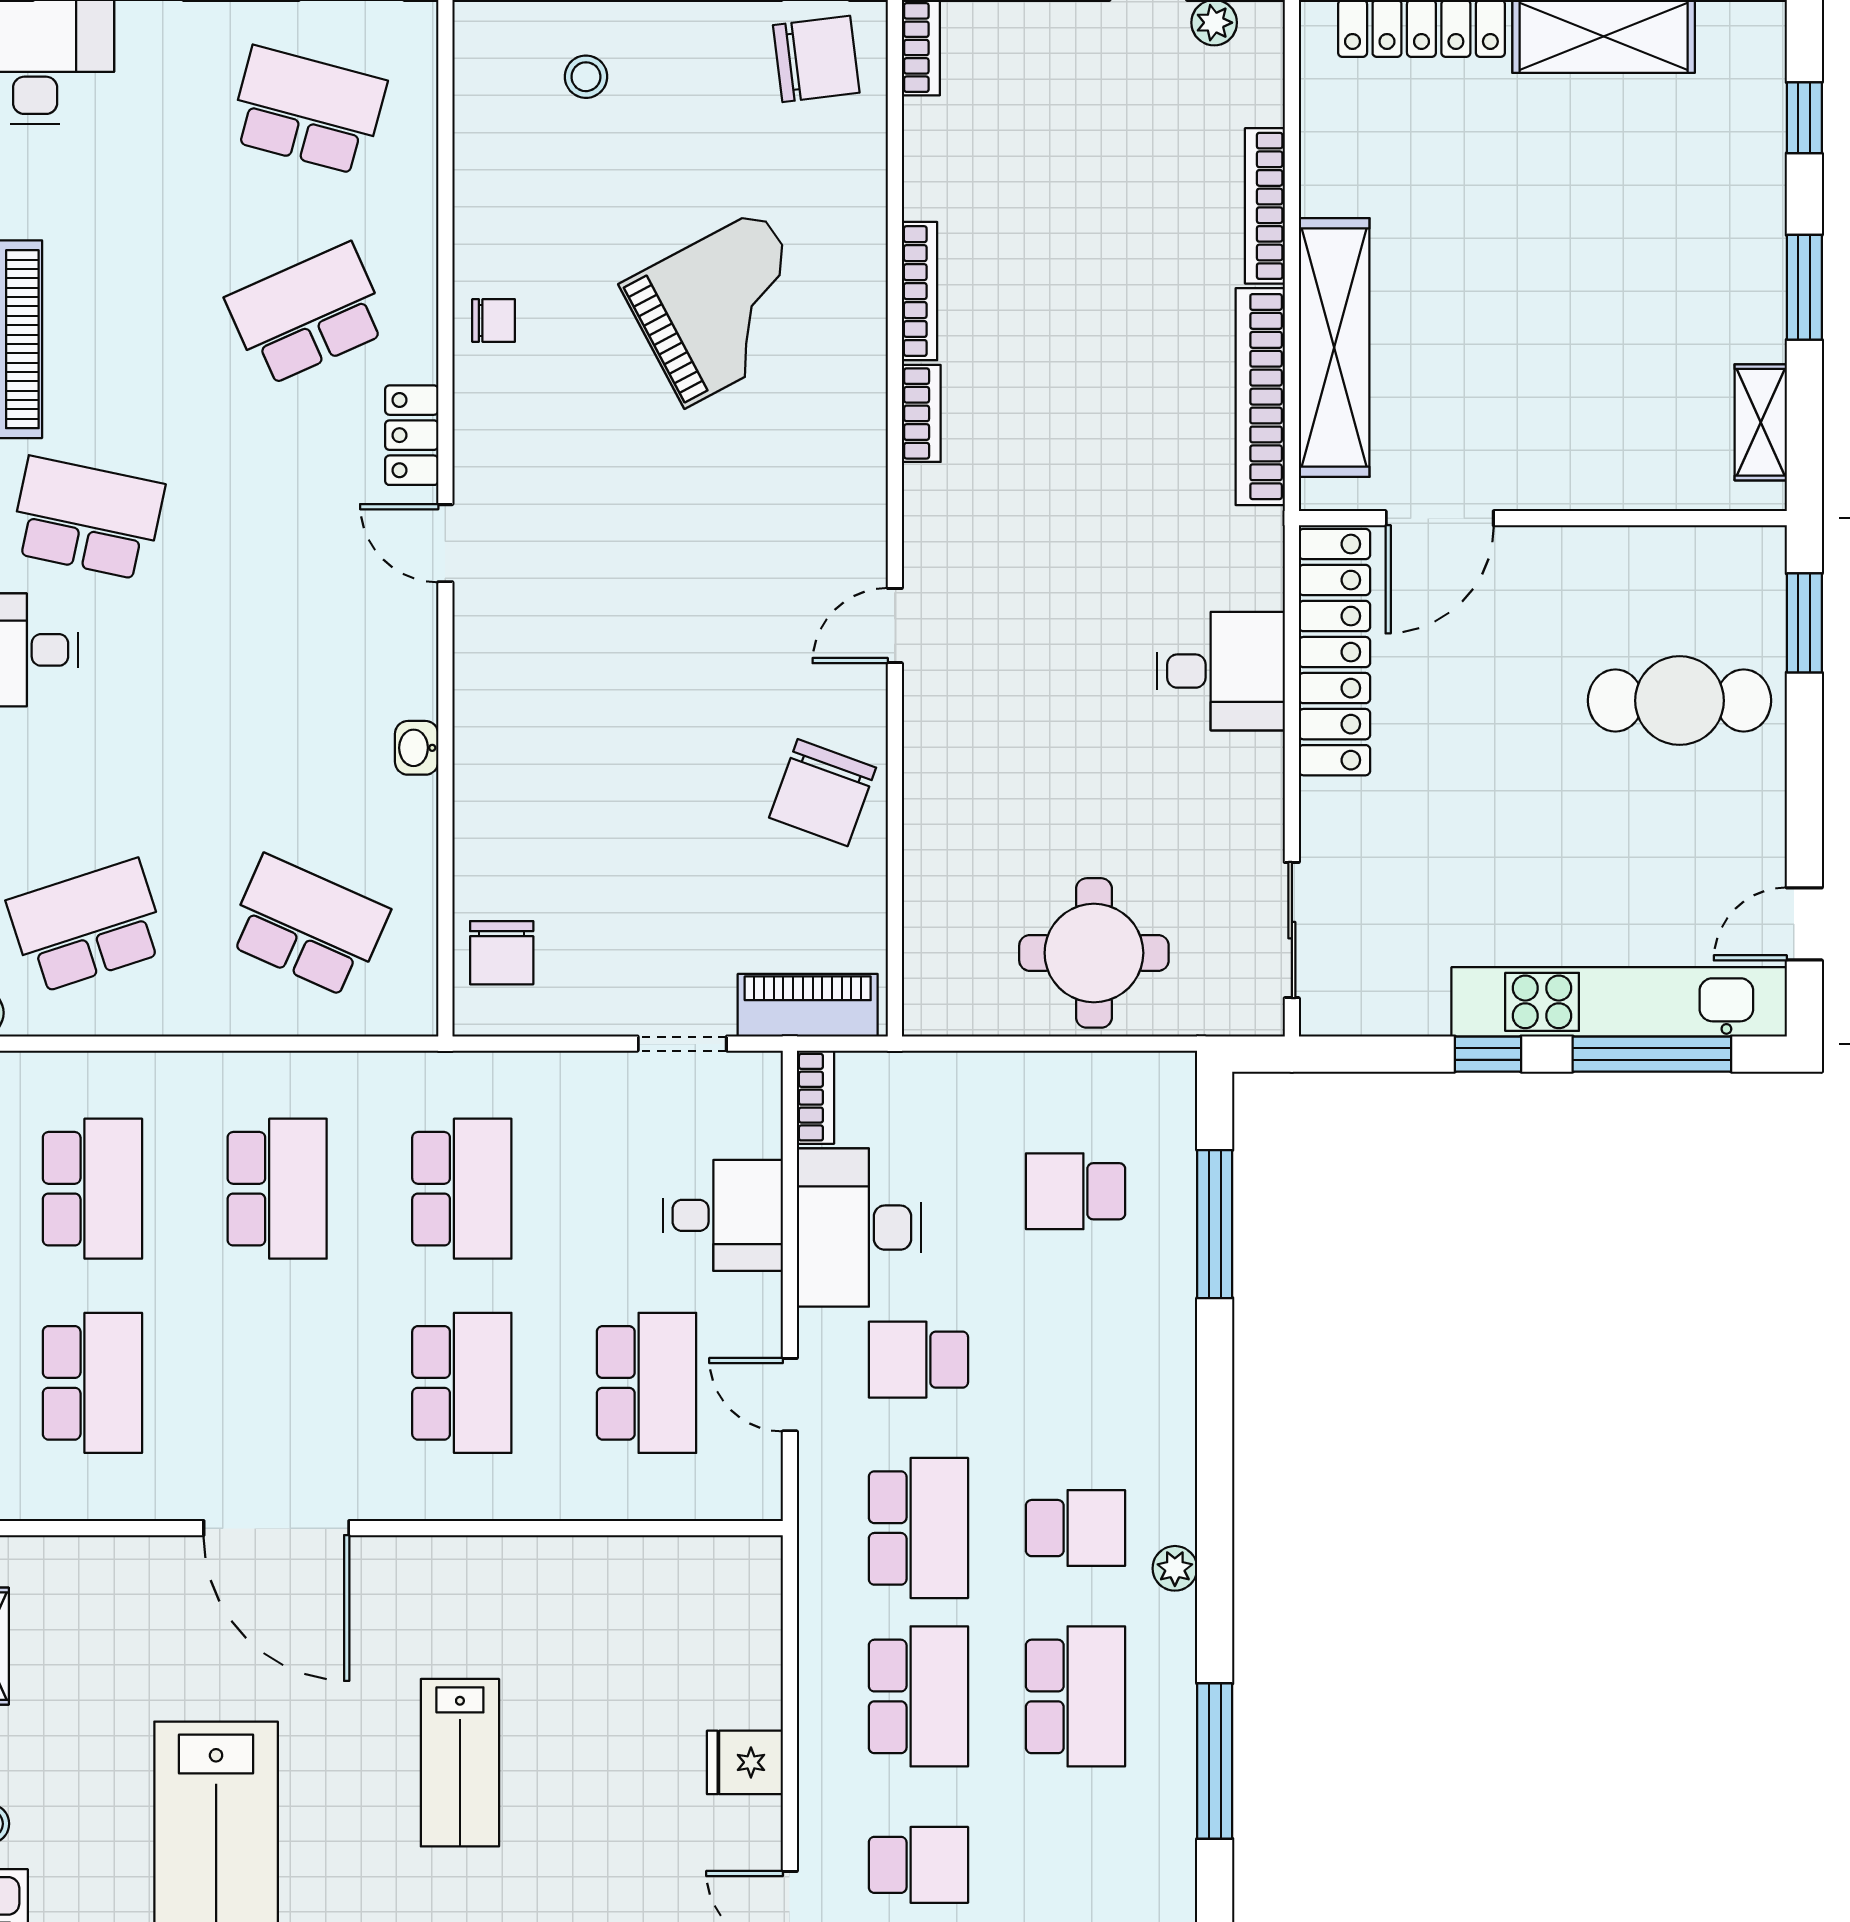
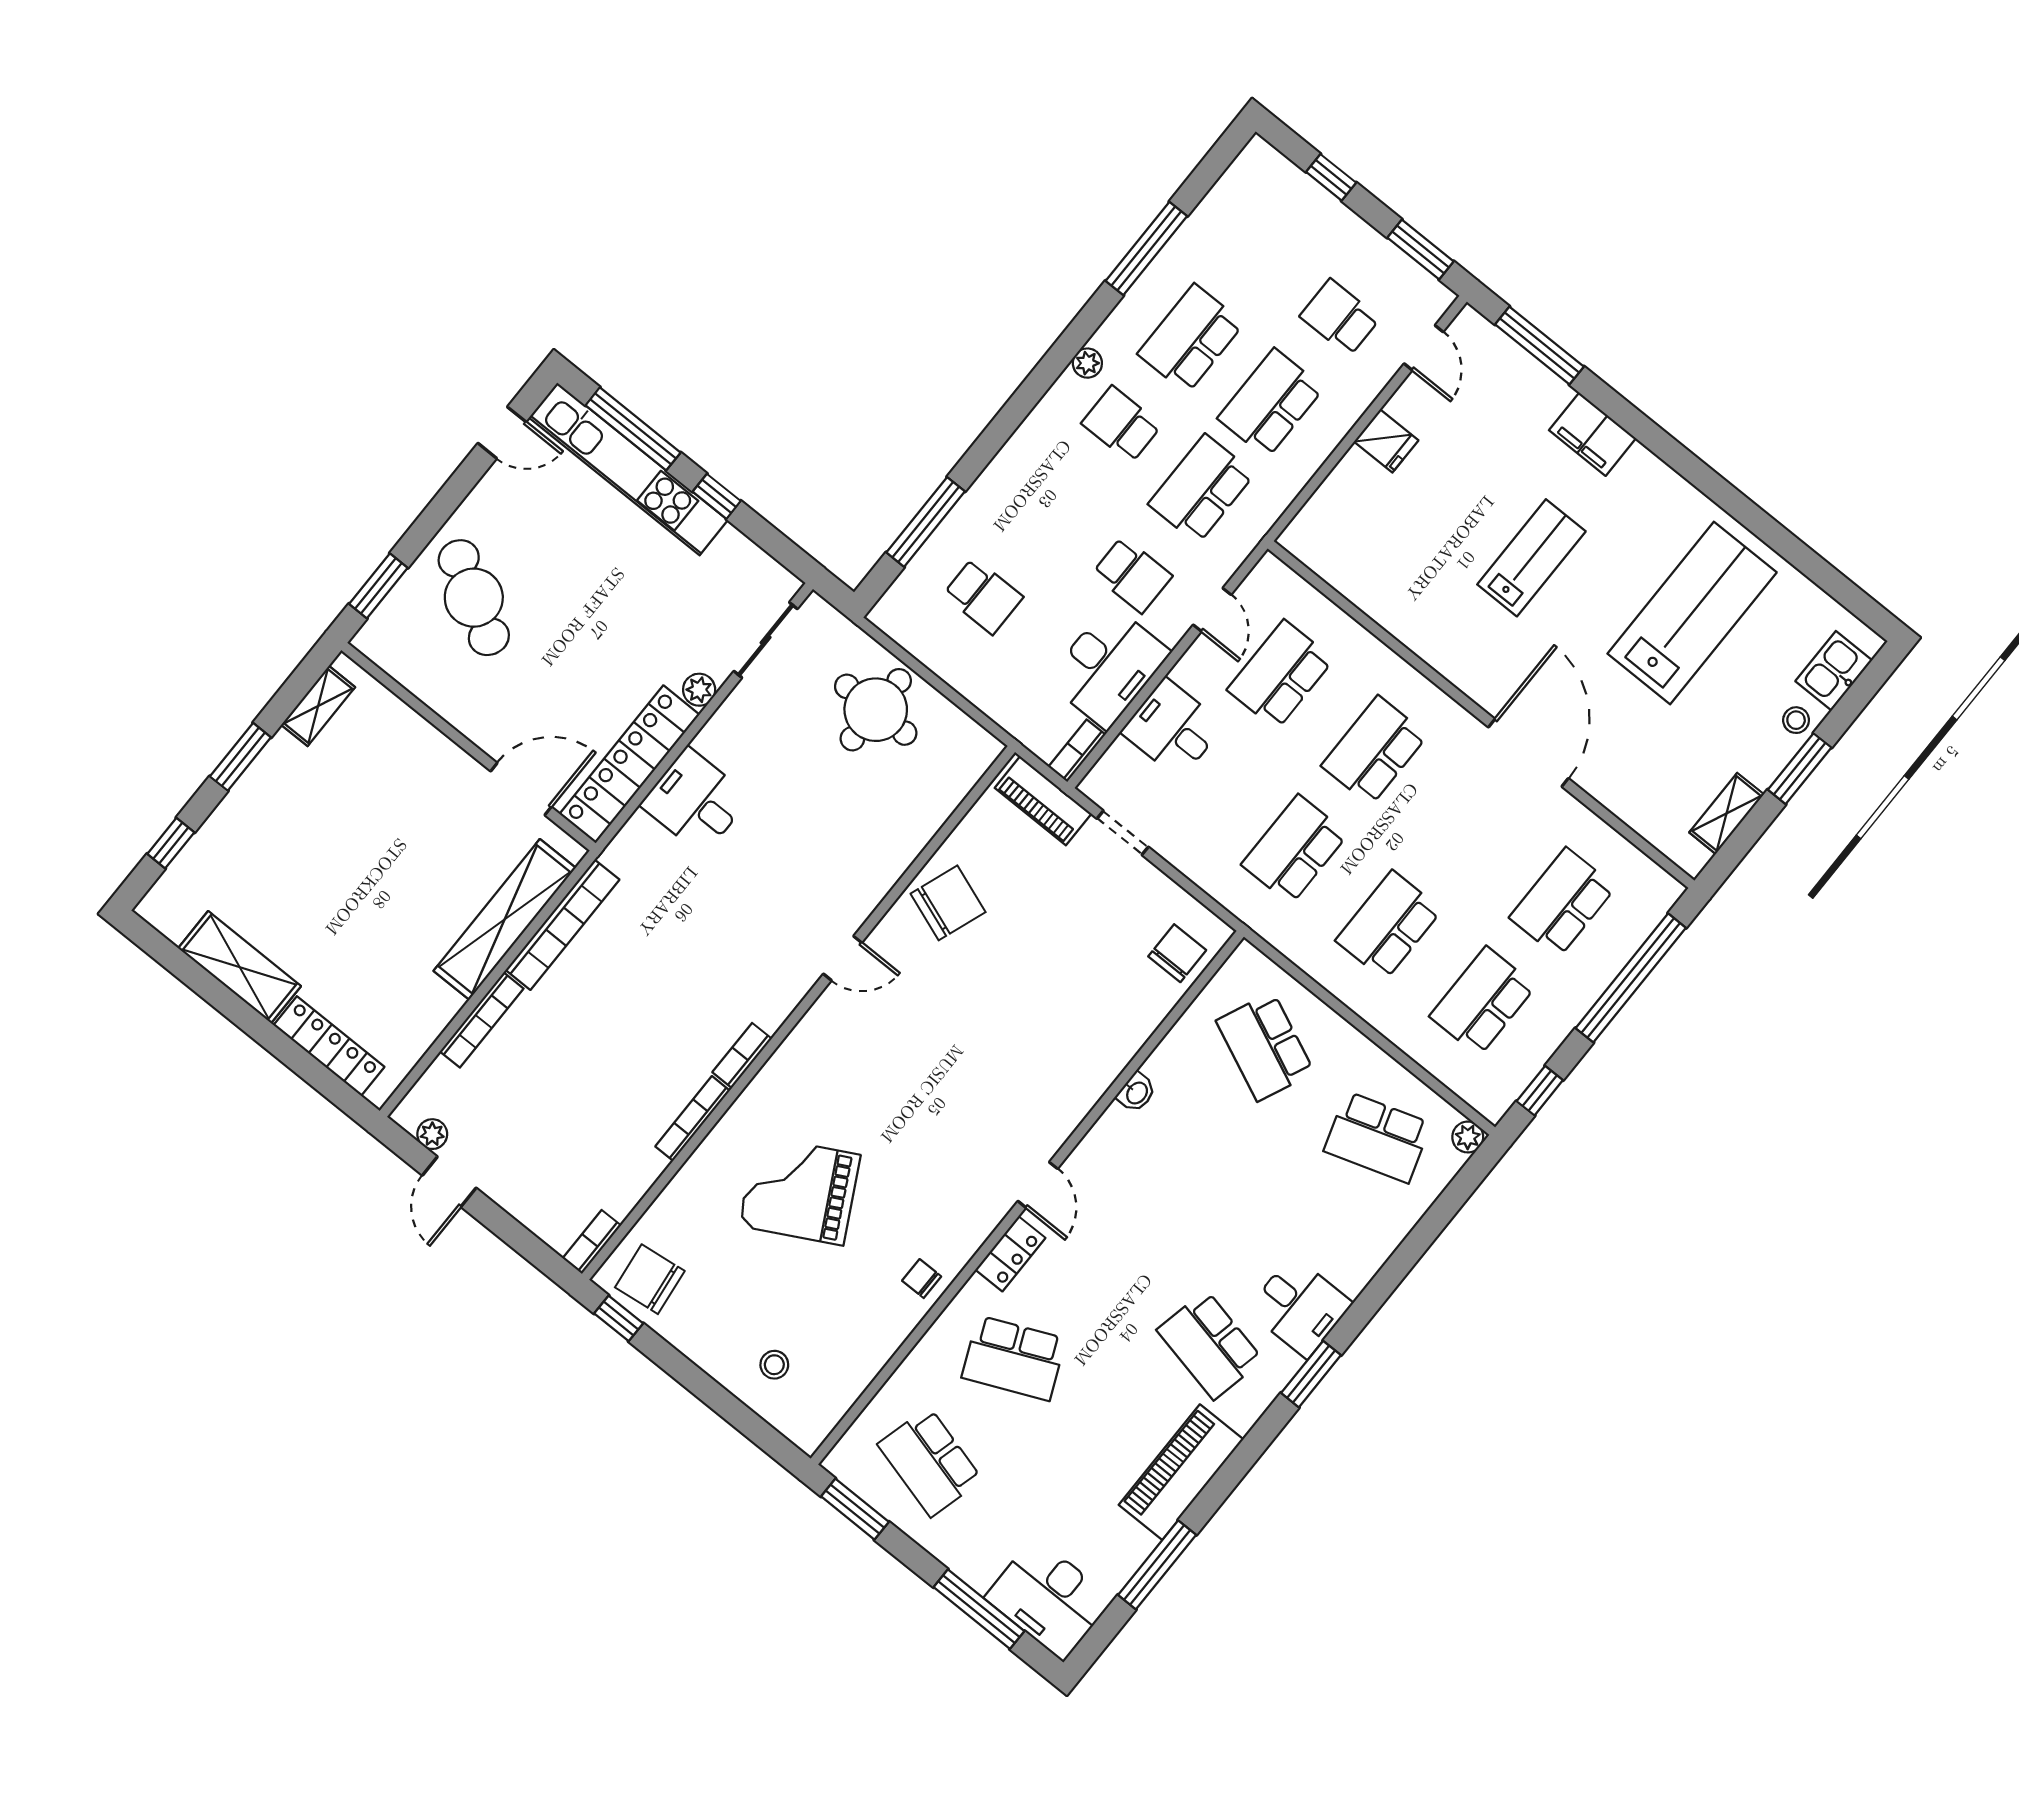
cafe table: (1680, 701) -> (474, 598), turned 30
plant: (1323, 807) -> (699, 690), added

